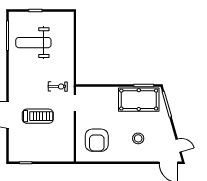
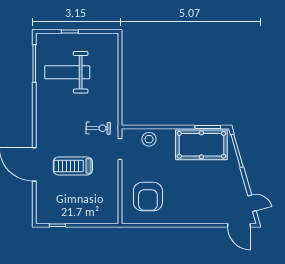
treadmill: (38, 116) -> (73, 166), turned 180
stool: (138, 138) -> (149, 139), moved

